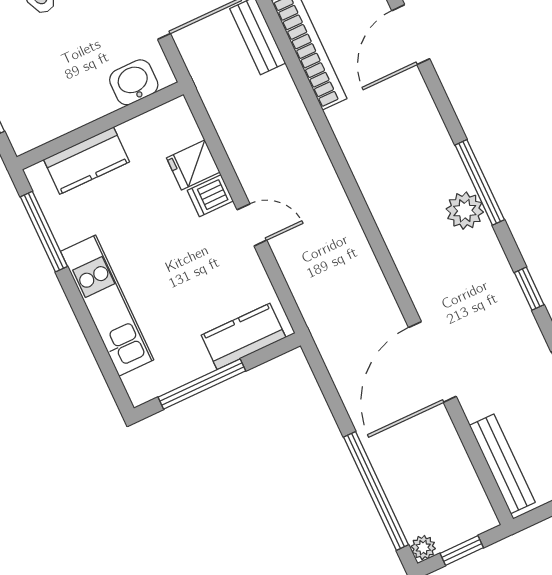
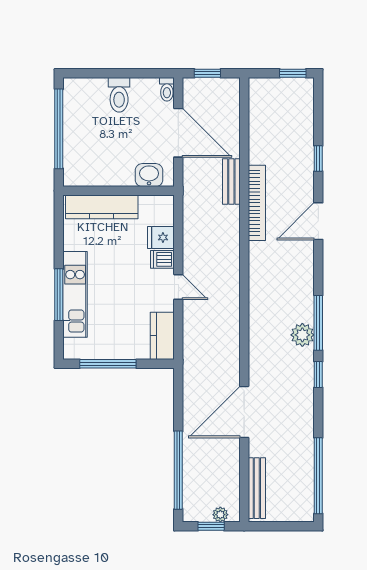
kitchen counter: (87, 161) -> (102, 207), width x1.50
window: (44, 232) -> (59, 295), moved
window: (529, 289) -> (318, 374), moved
kitchen counter: (244, 336) -> (162, 336), moved, turned -90
plant: (423, 548) -> (220, 515), moved

